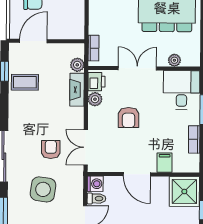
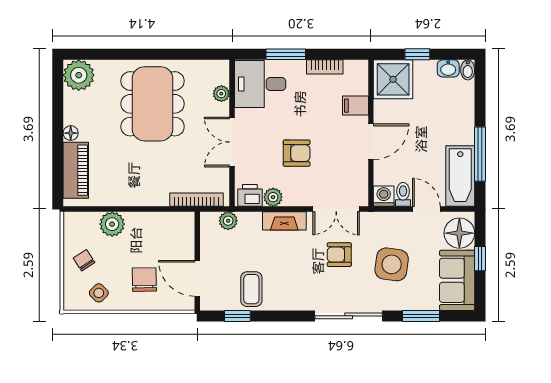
bookcase: (94, 48) -> (197, 200), width x1.56
fireplace: (77, 90) -> (284, 221), moved

